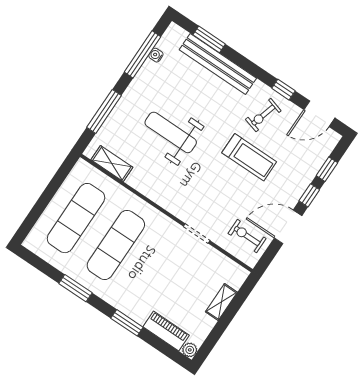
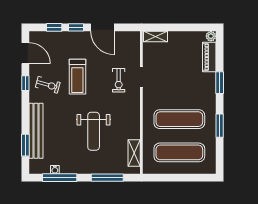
treadmill: (249, 157) -> (77, 77), turned 180
exercise bike: (247, 236) -> (119, 80), moved
shelving: (221, 302) -> (156, 37), moved

